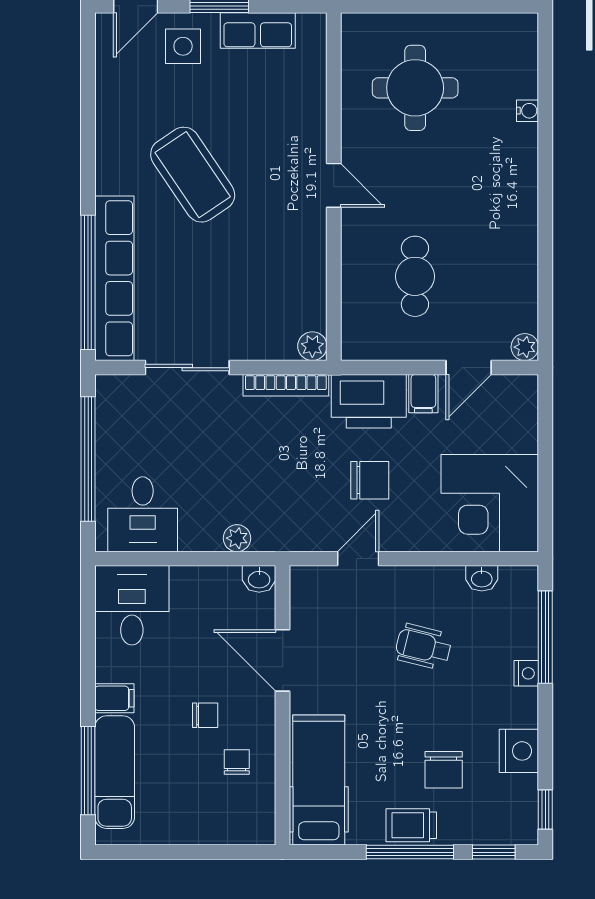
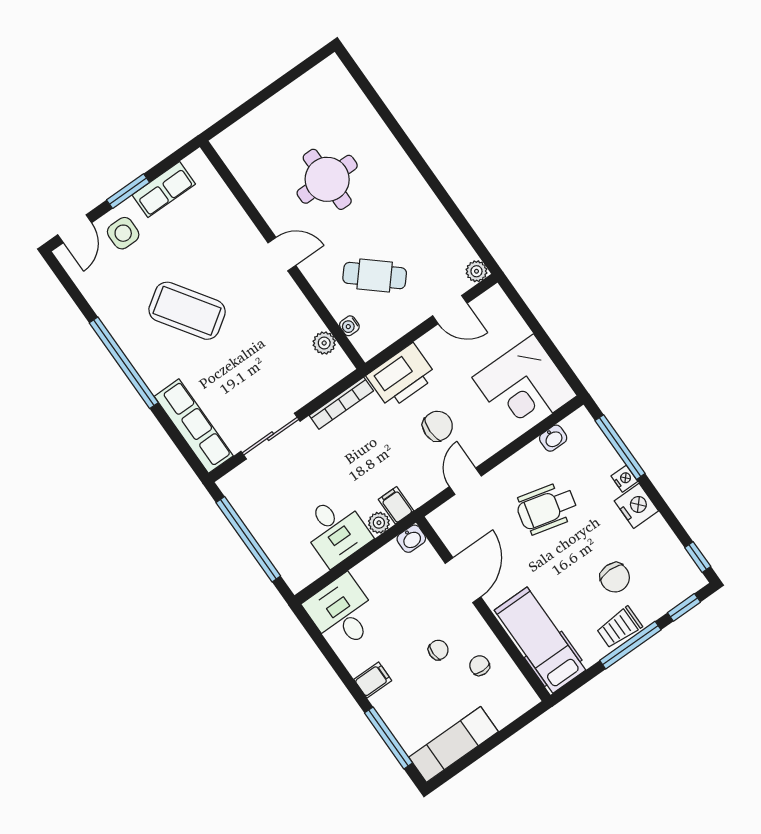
round table: (415, 88) -> (327, 179), moved
water cooler: (528, 111) -> (349, 326), moved, turned 180
cafe table: (415, 276) -> (375, 276), turned -49
row of seats: (114, 278) -> (194, 426), width x0.73
window: (88, 282) -> (124, 363), moved
plant: (312, 346) -> (324, 343), moved
door: (469, 368) -> (450, 310), hinge flipped
filing cabinet: (423, 394) -> (396, 505), moved, turned 180
desk: (143, 514) -> (336, 530), moved
wheelchair: (423, 647) -> (547, 508), width x1.36, depth x1.37
door: (283, 660) -> (463, 580), swing flipped
nightstand: (519, 751) -> (636, 506), moved
exam couch: (115, 772) -> (454, 744), moved, turned -90

